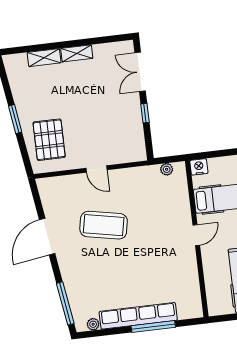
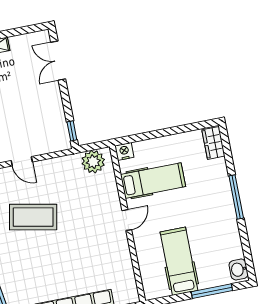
window: (145, 113) -> (72, 131), moved
plant: (167, 169) -> (93, 162), width x1.88, depth x1.88

